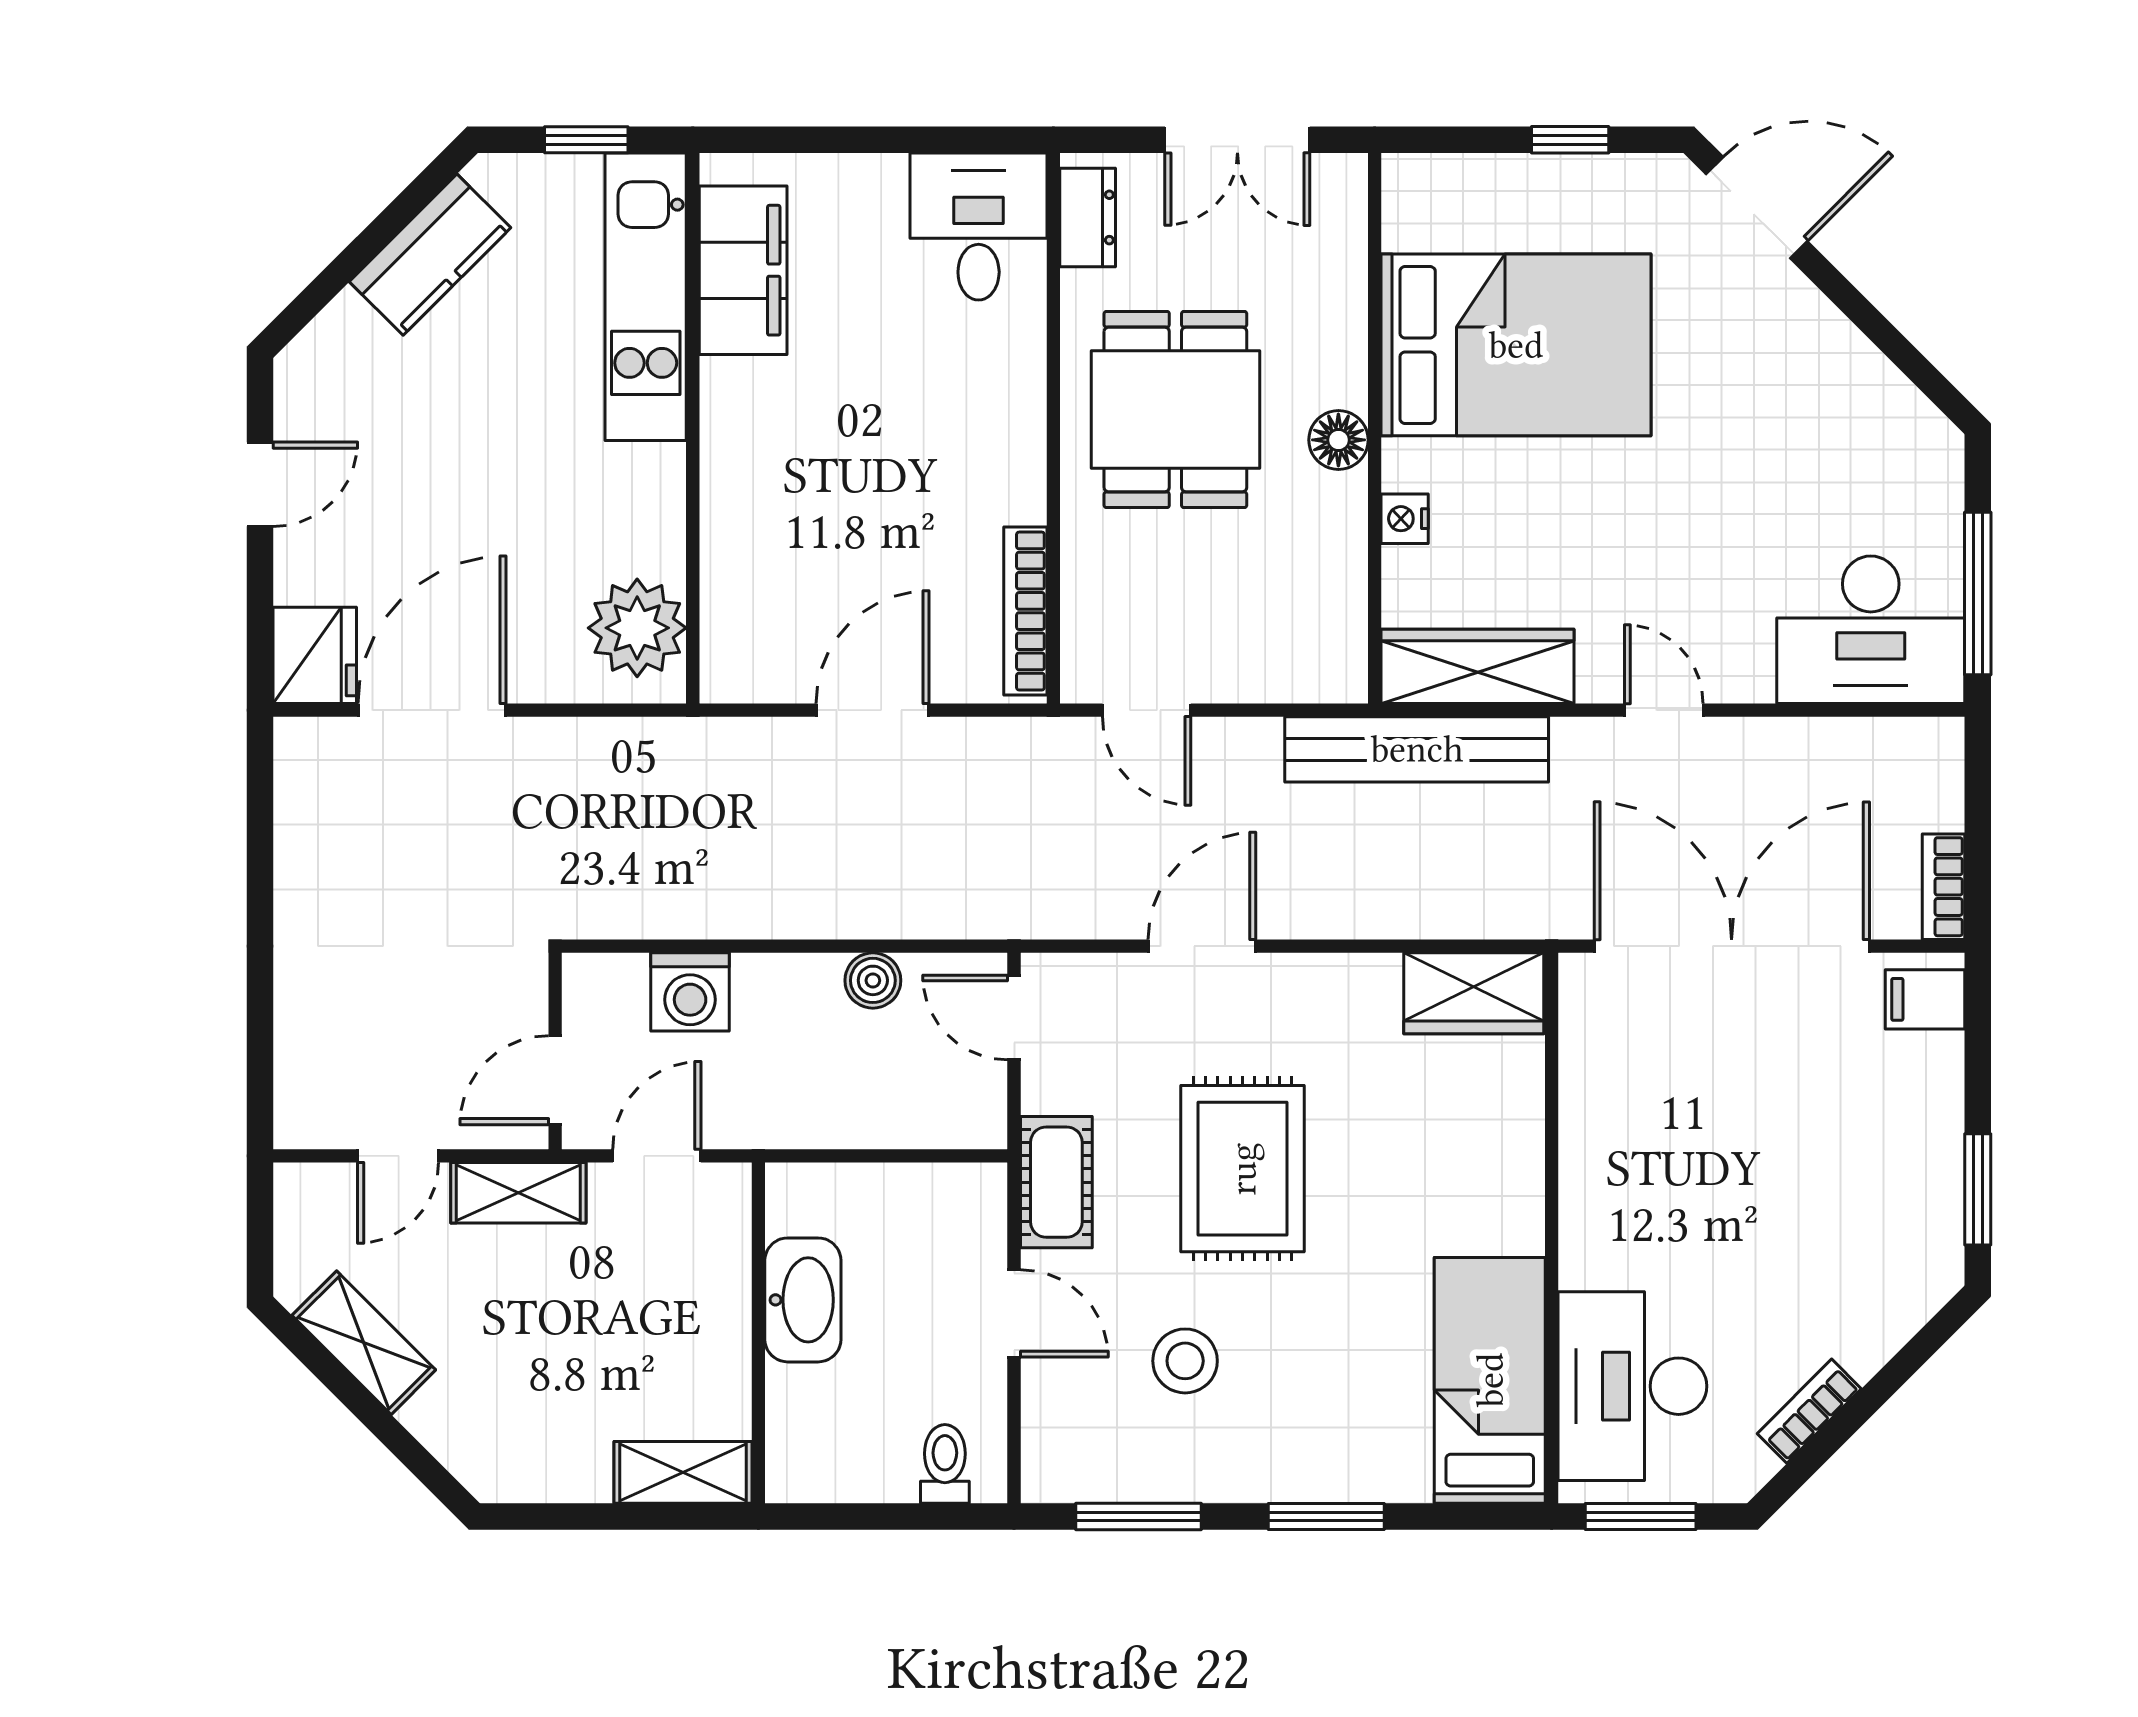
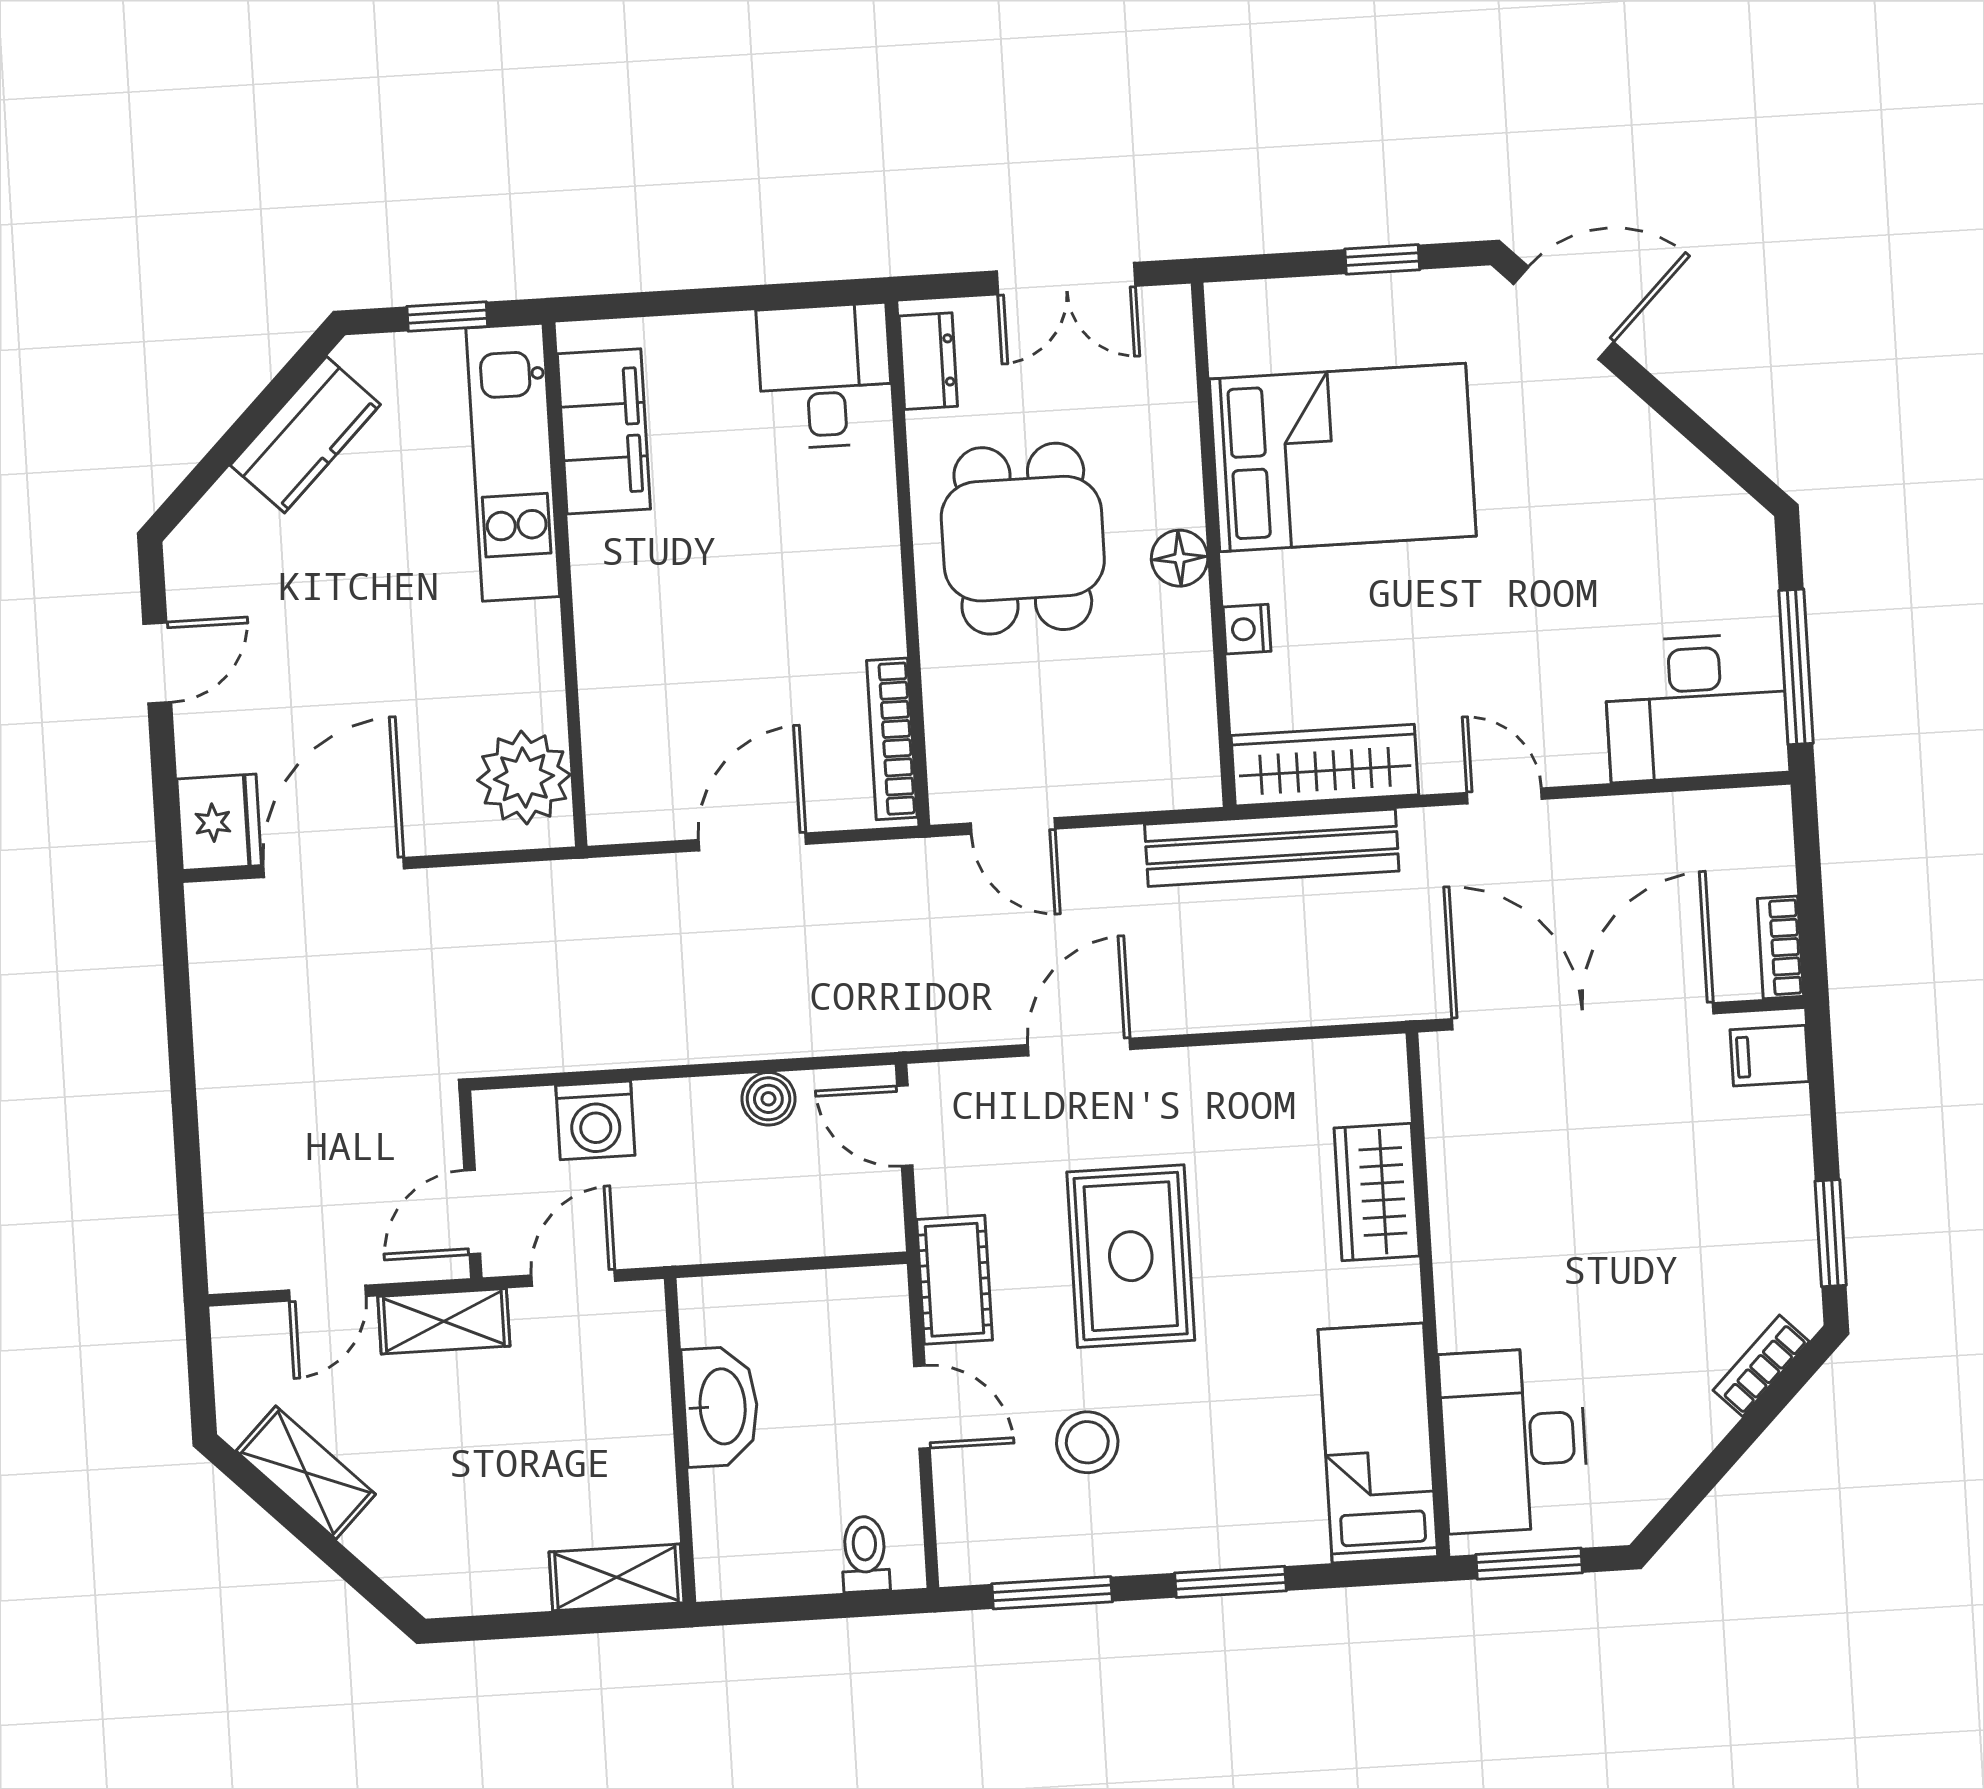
wardrobe: (1474, 993) -> (1377, 1192), moved, turned 90
bookcase: (1809, 1411) -> (1761, 1366), moved

